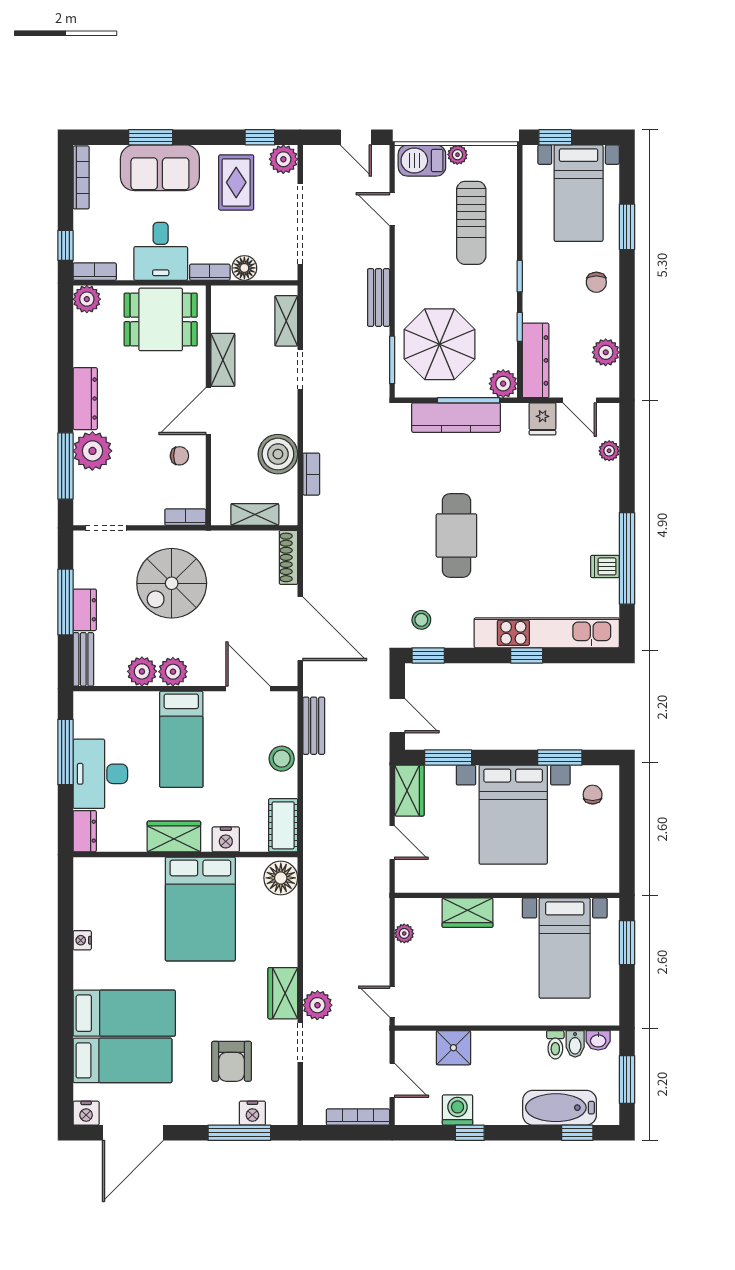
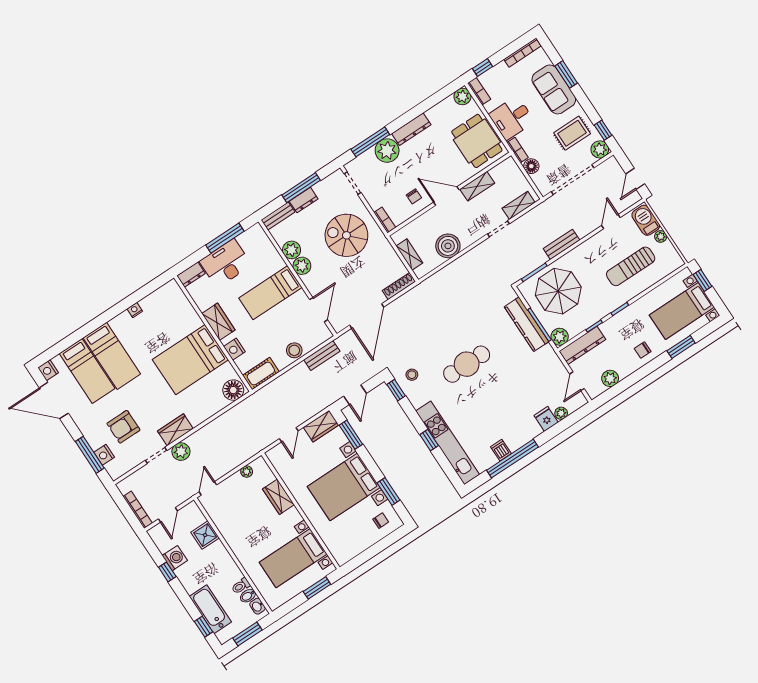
fridge: (543, 419) -> (546, 419), moved, turned 90
bookcase: (311, 474) -> (449, 270), removed

